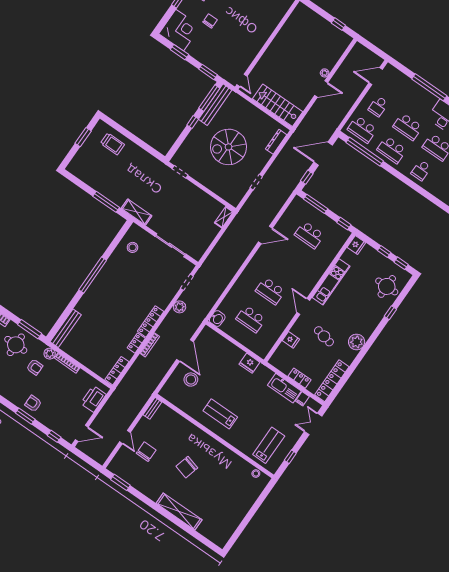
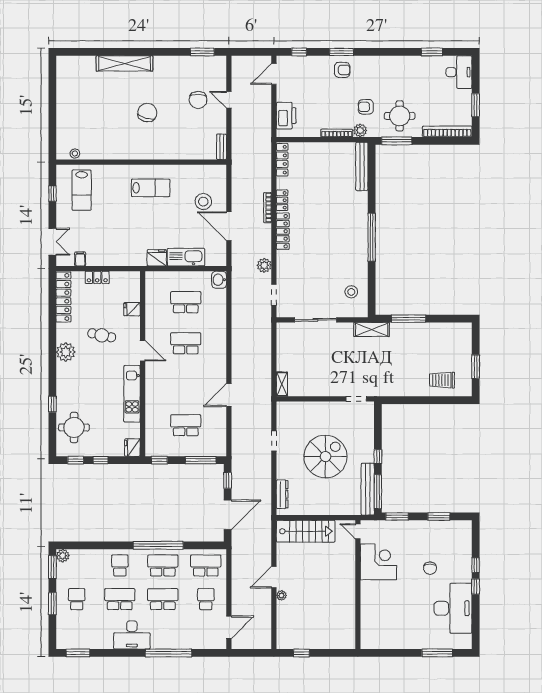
corner desk: (180, 30) -> (378, 562), moved, turned 180
window: (365, 152) -> (158, 545), moved
kitchen sink: (284, 388) -> (186, 257), moved

